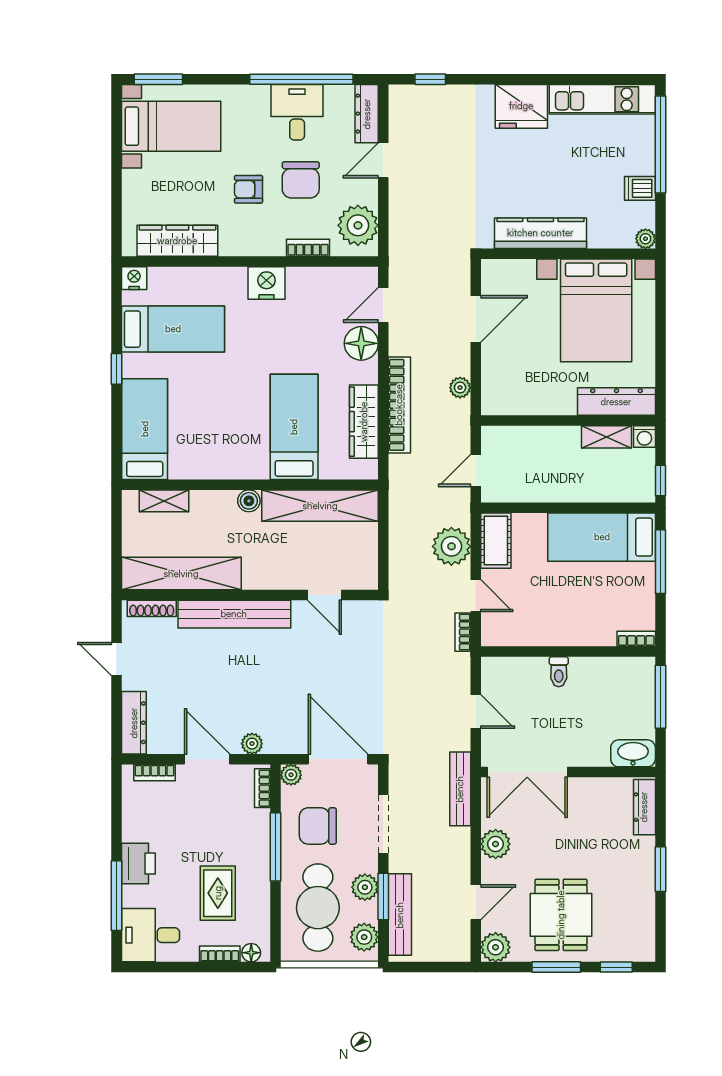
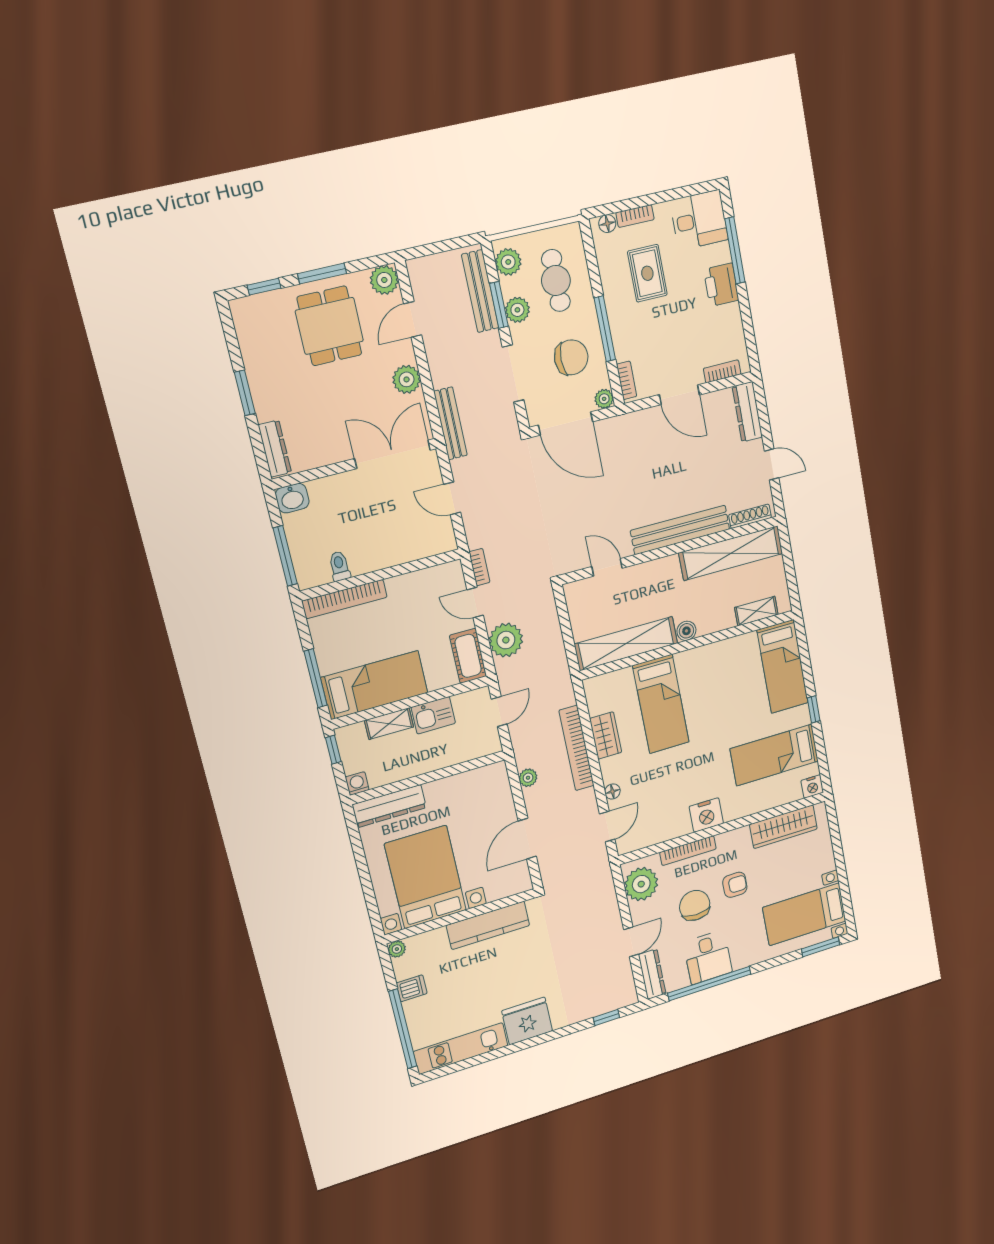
bookcase: (308, 248) -> (688, 851), width x1.56
floor lamp: (361, 343) -> (612, 791), width x0.53, depth x0.53
wardrobe: (364, 422) -> (606, 736), width x0.67
shelving: (607, 437) -> (389, 724), moved
kitchen sink: (547, 487) -> (433, 715), added
bookcase: (636, 639) -> (345, 599), width x2.31, depth x1.31
toilet: (559, 672) -> (339, 566), moved
plant: (252, 744) -> (644, 419), removed
washbasin: (633, 753) -> (292, 498), width x0.72
cafe table: (318, 908) -> (556, 280), width x0.73, depth x0.74

